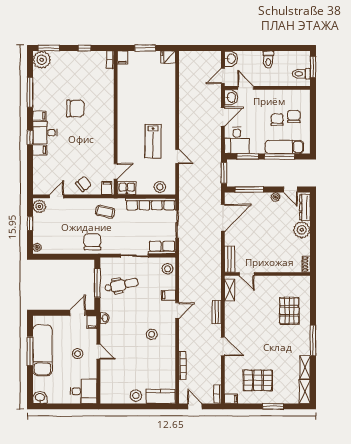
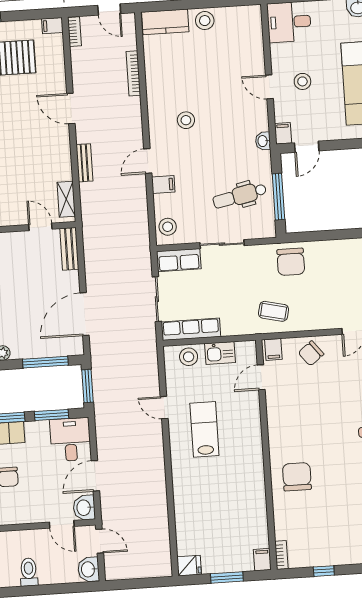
door: (223, 76) -> (100, 541), hinge flipped
chair: (75, 108) -> (297, 477), moved, turned 90
kitchen sink: (127, 188) -> (220, 353), moved
row of seats: (151, 204) -> (191, 329), width x0.73

